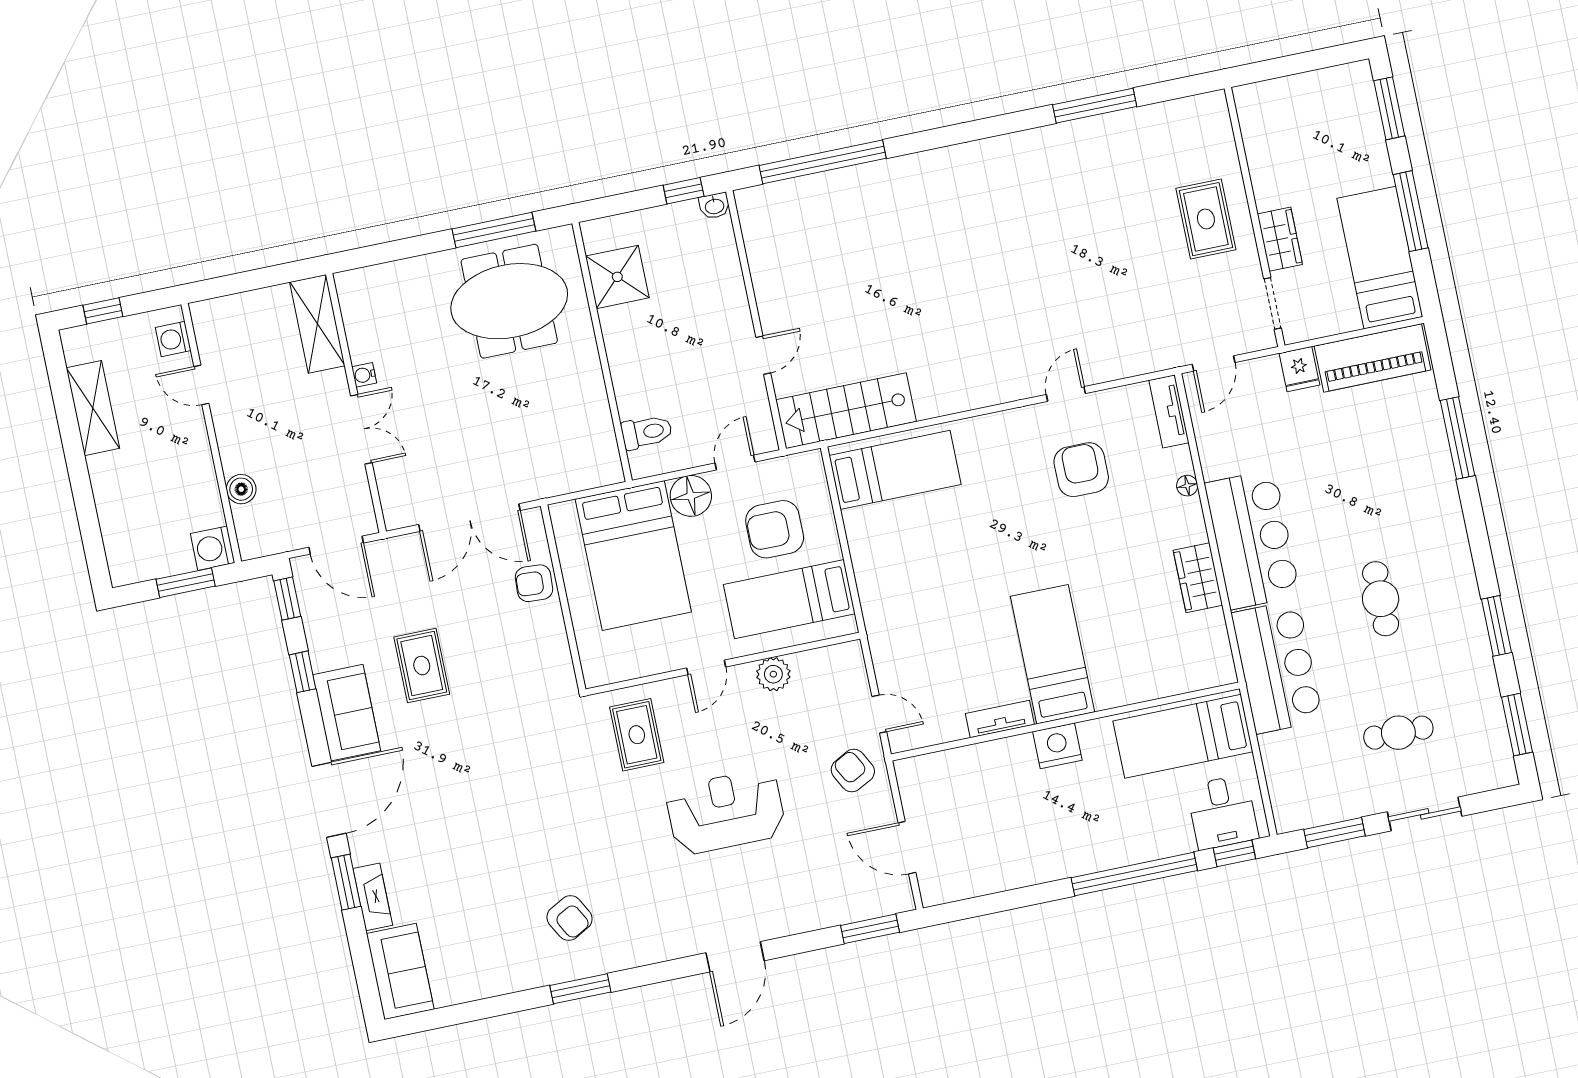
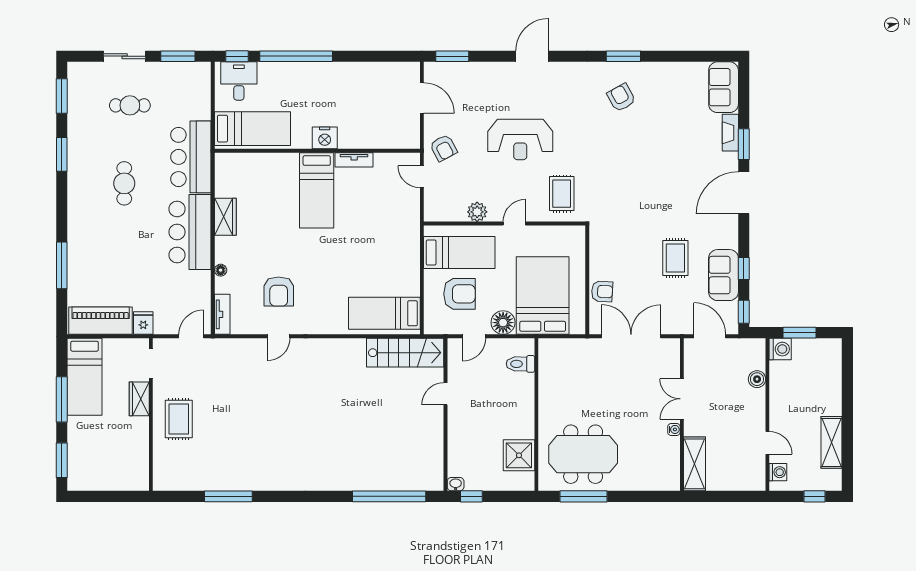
sofa: (347, 713) -> (723, 275), moved

